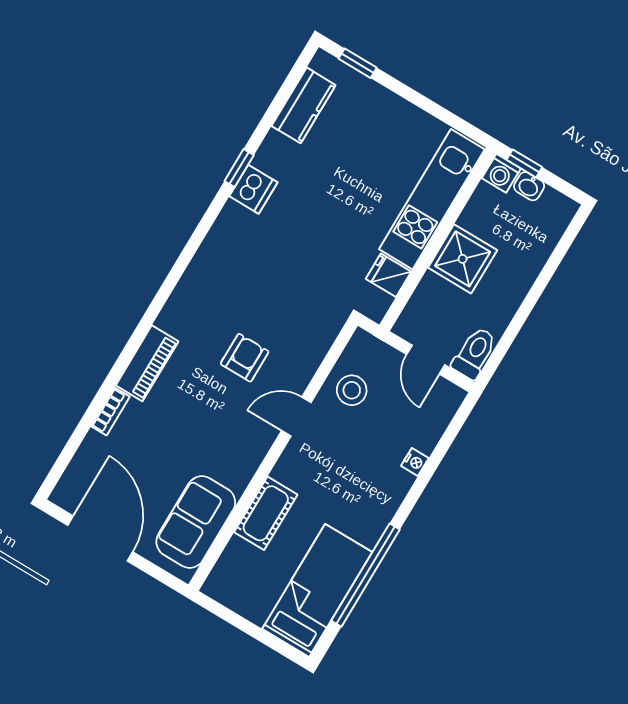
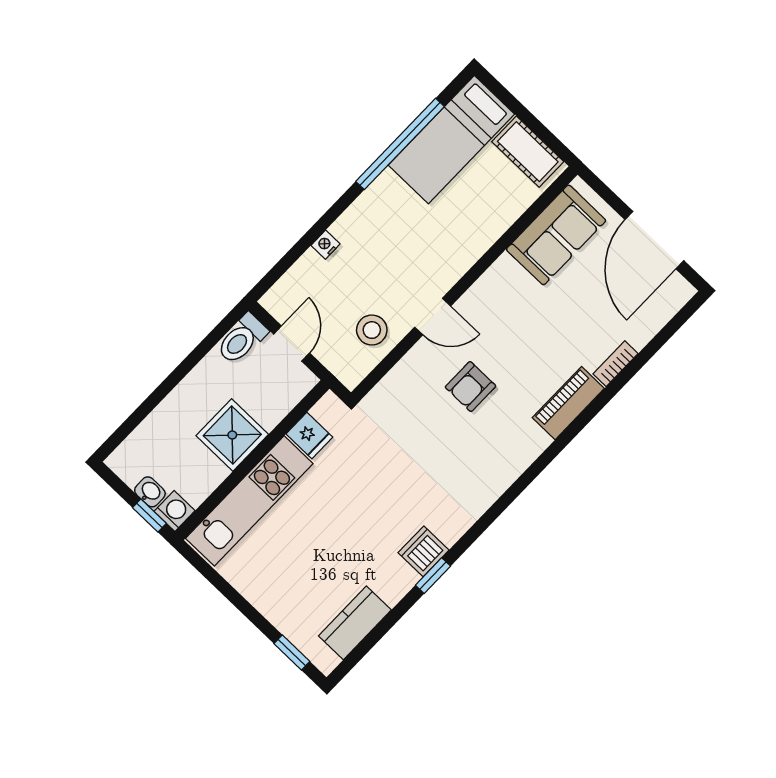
cot: (266, 513) -> (528, 152), moved, turned 90

